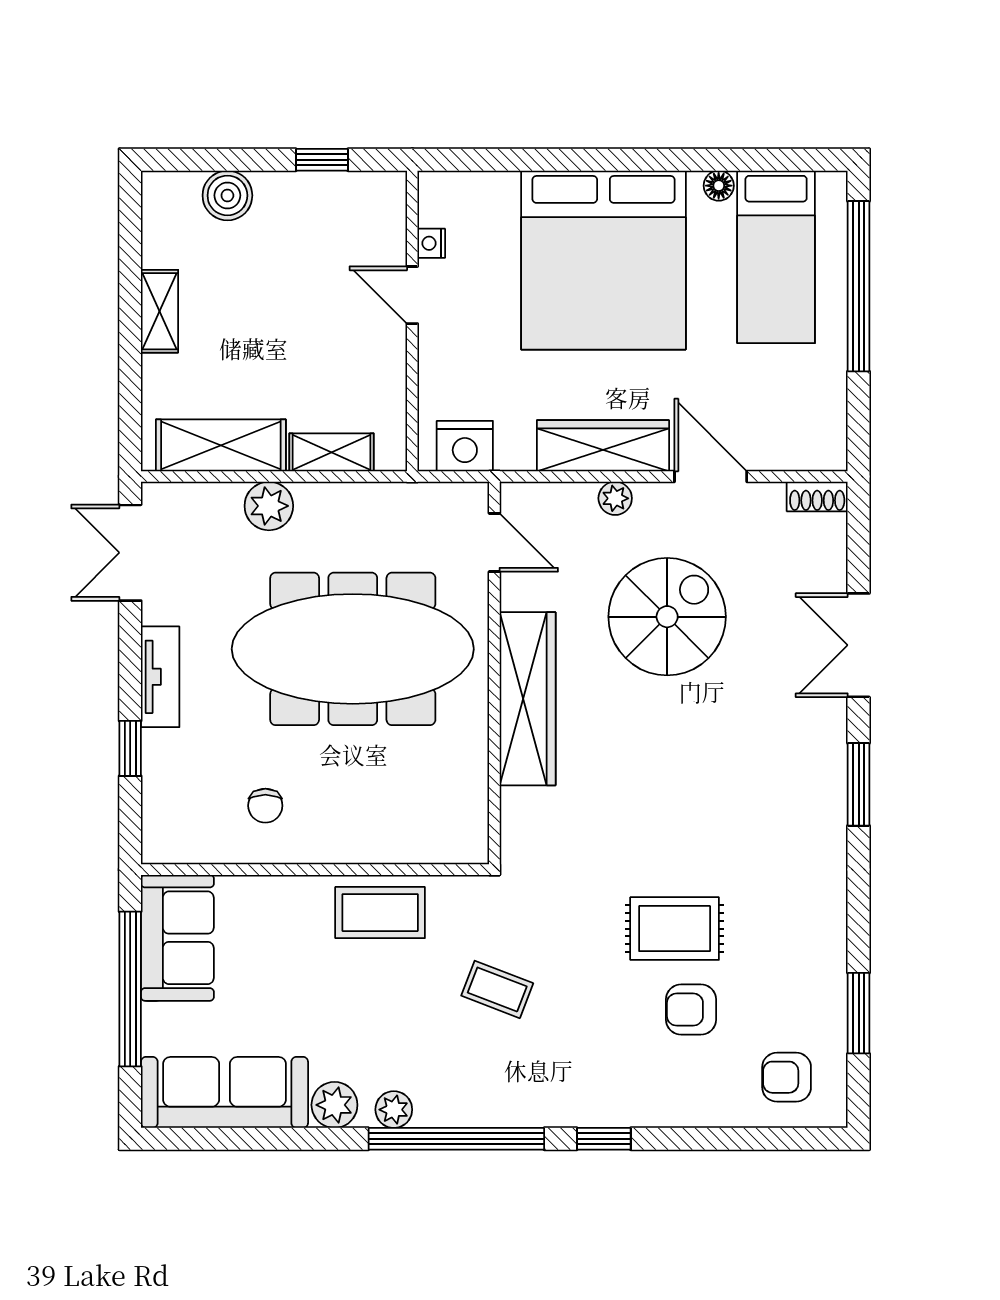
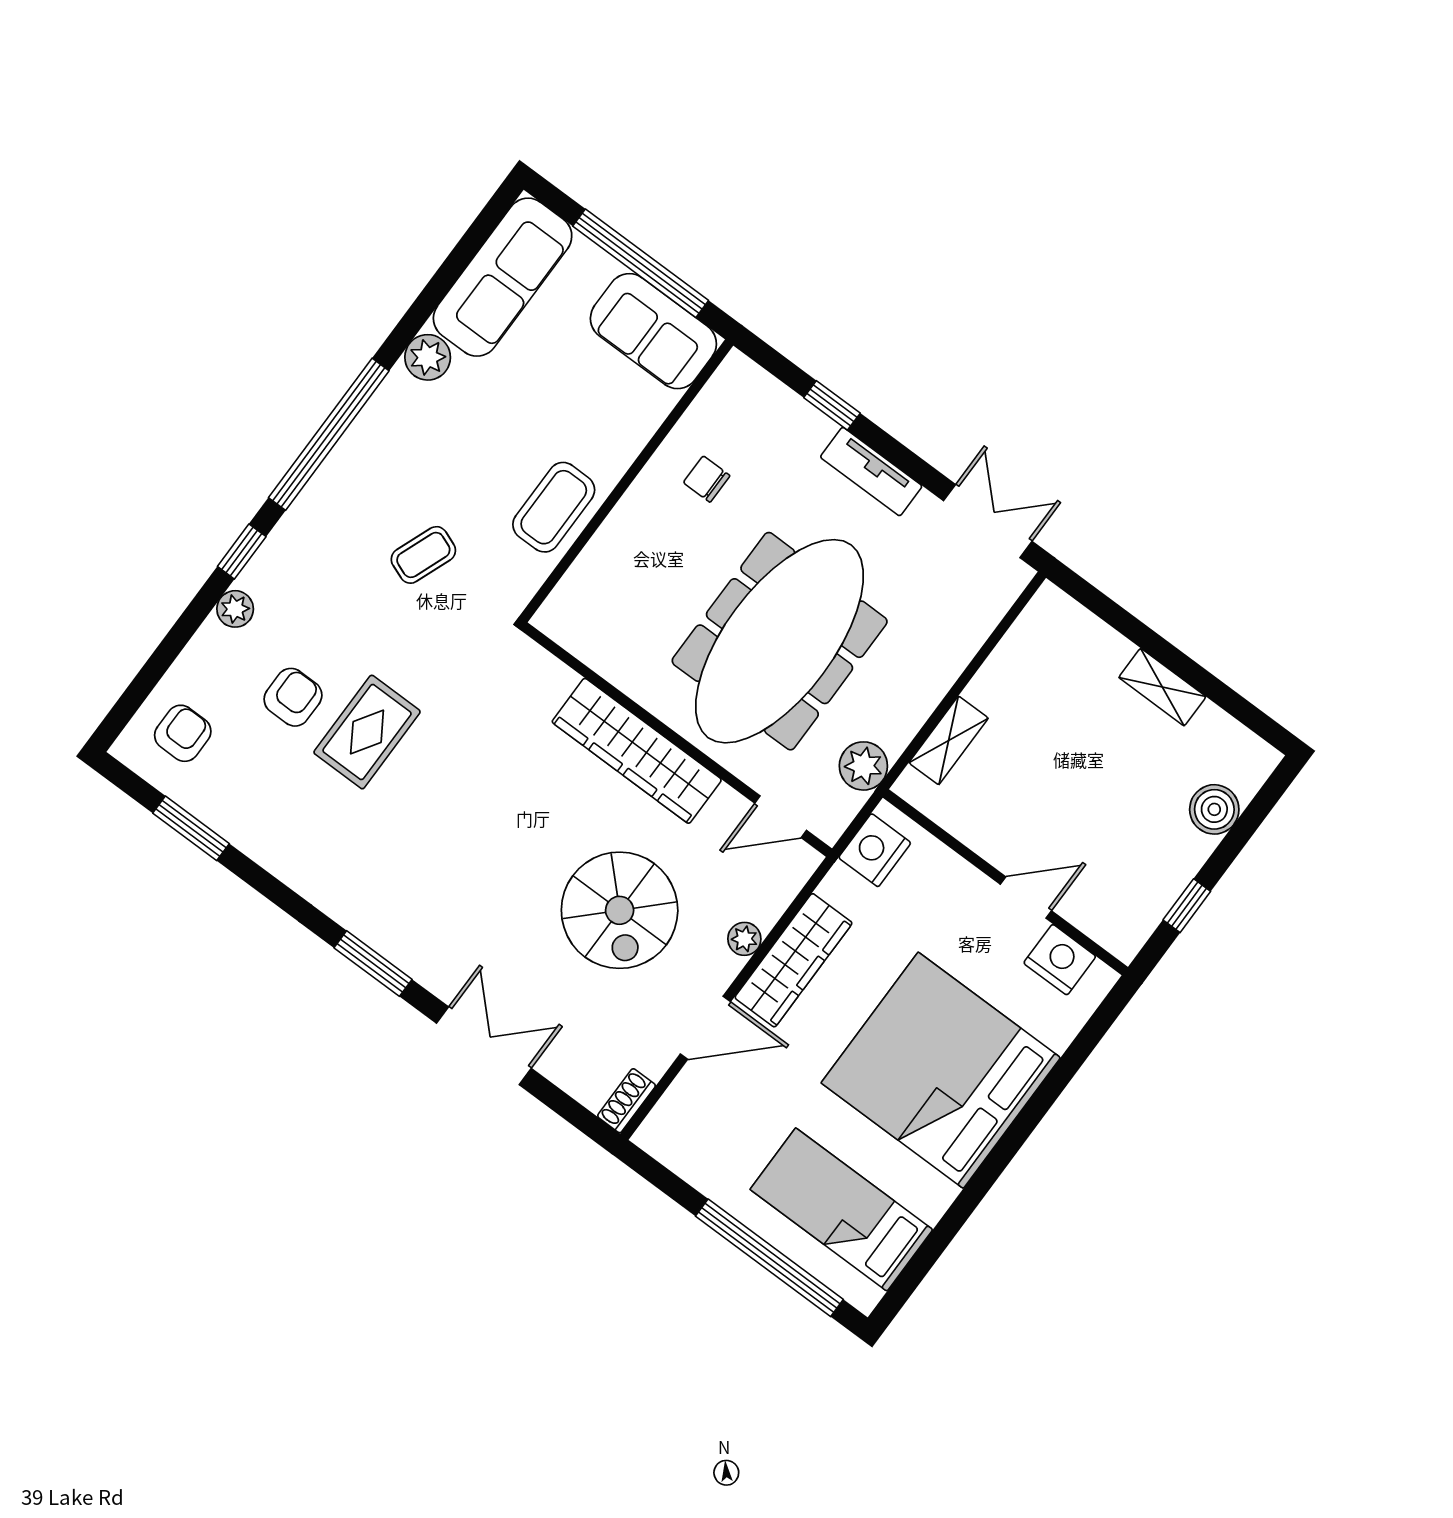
floor lamp: (719, 186) -> (932, 1206), removed
nightstand: (431, 243) -> (1060, 960), width x1.89, depth x1.79
shelving: (221, 445) -> (1019, 657), removed
plant: (269, 506) -> (863, 766), moved
plant: (394, 1110) -> (235, 609), moved

